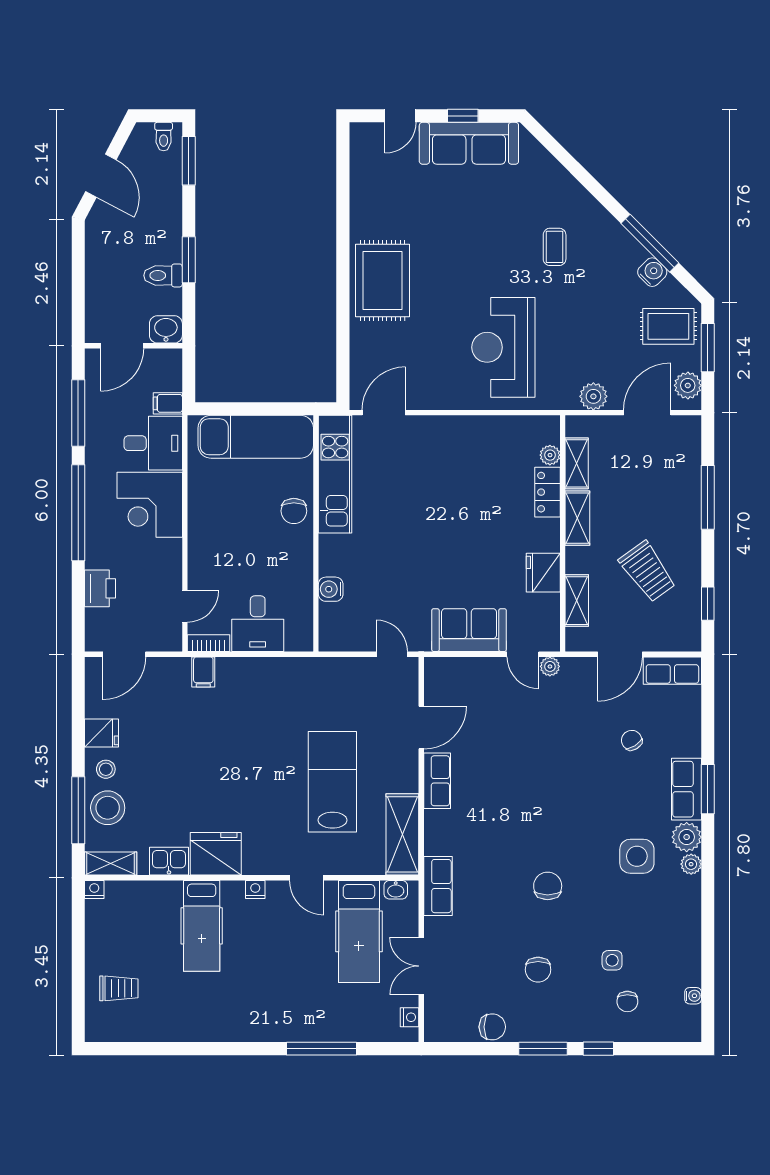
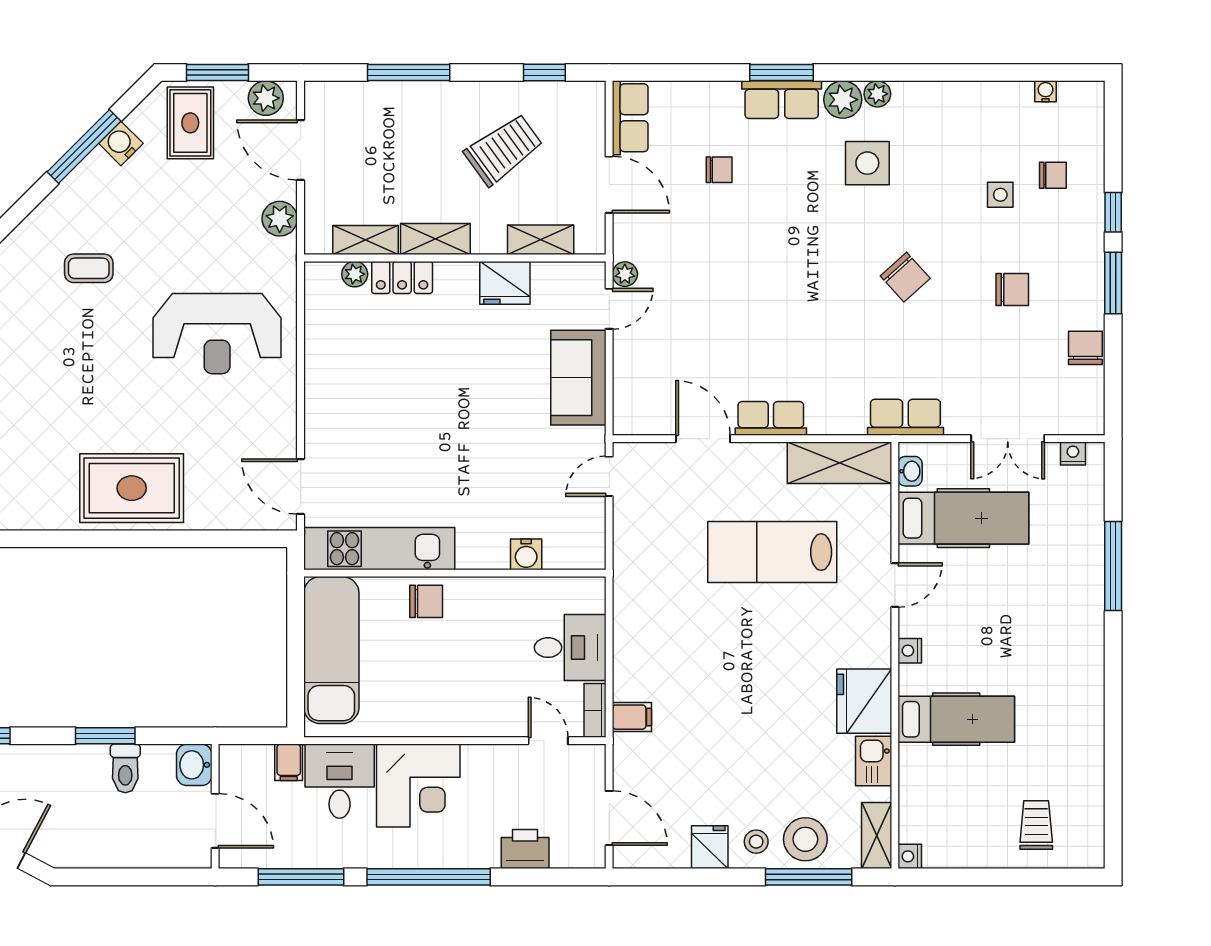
chair: (632, 740) -> (719, 170), turned -148
chair: (548, 886) -> (905, 277), turned -132

